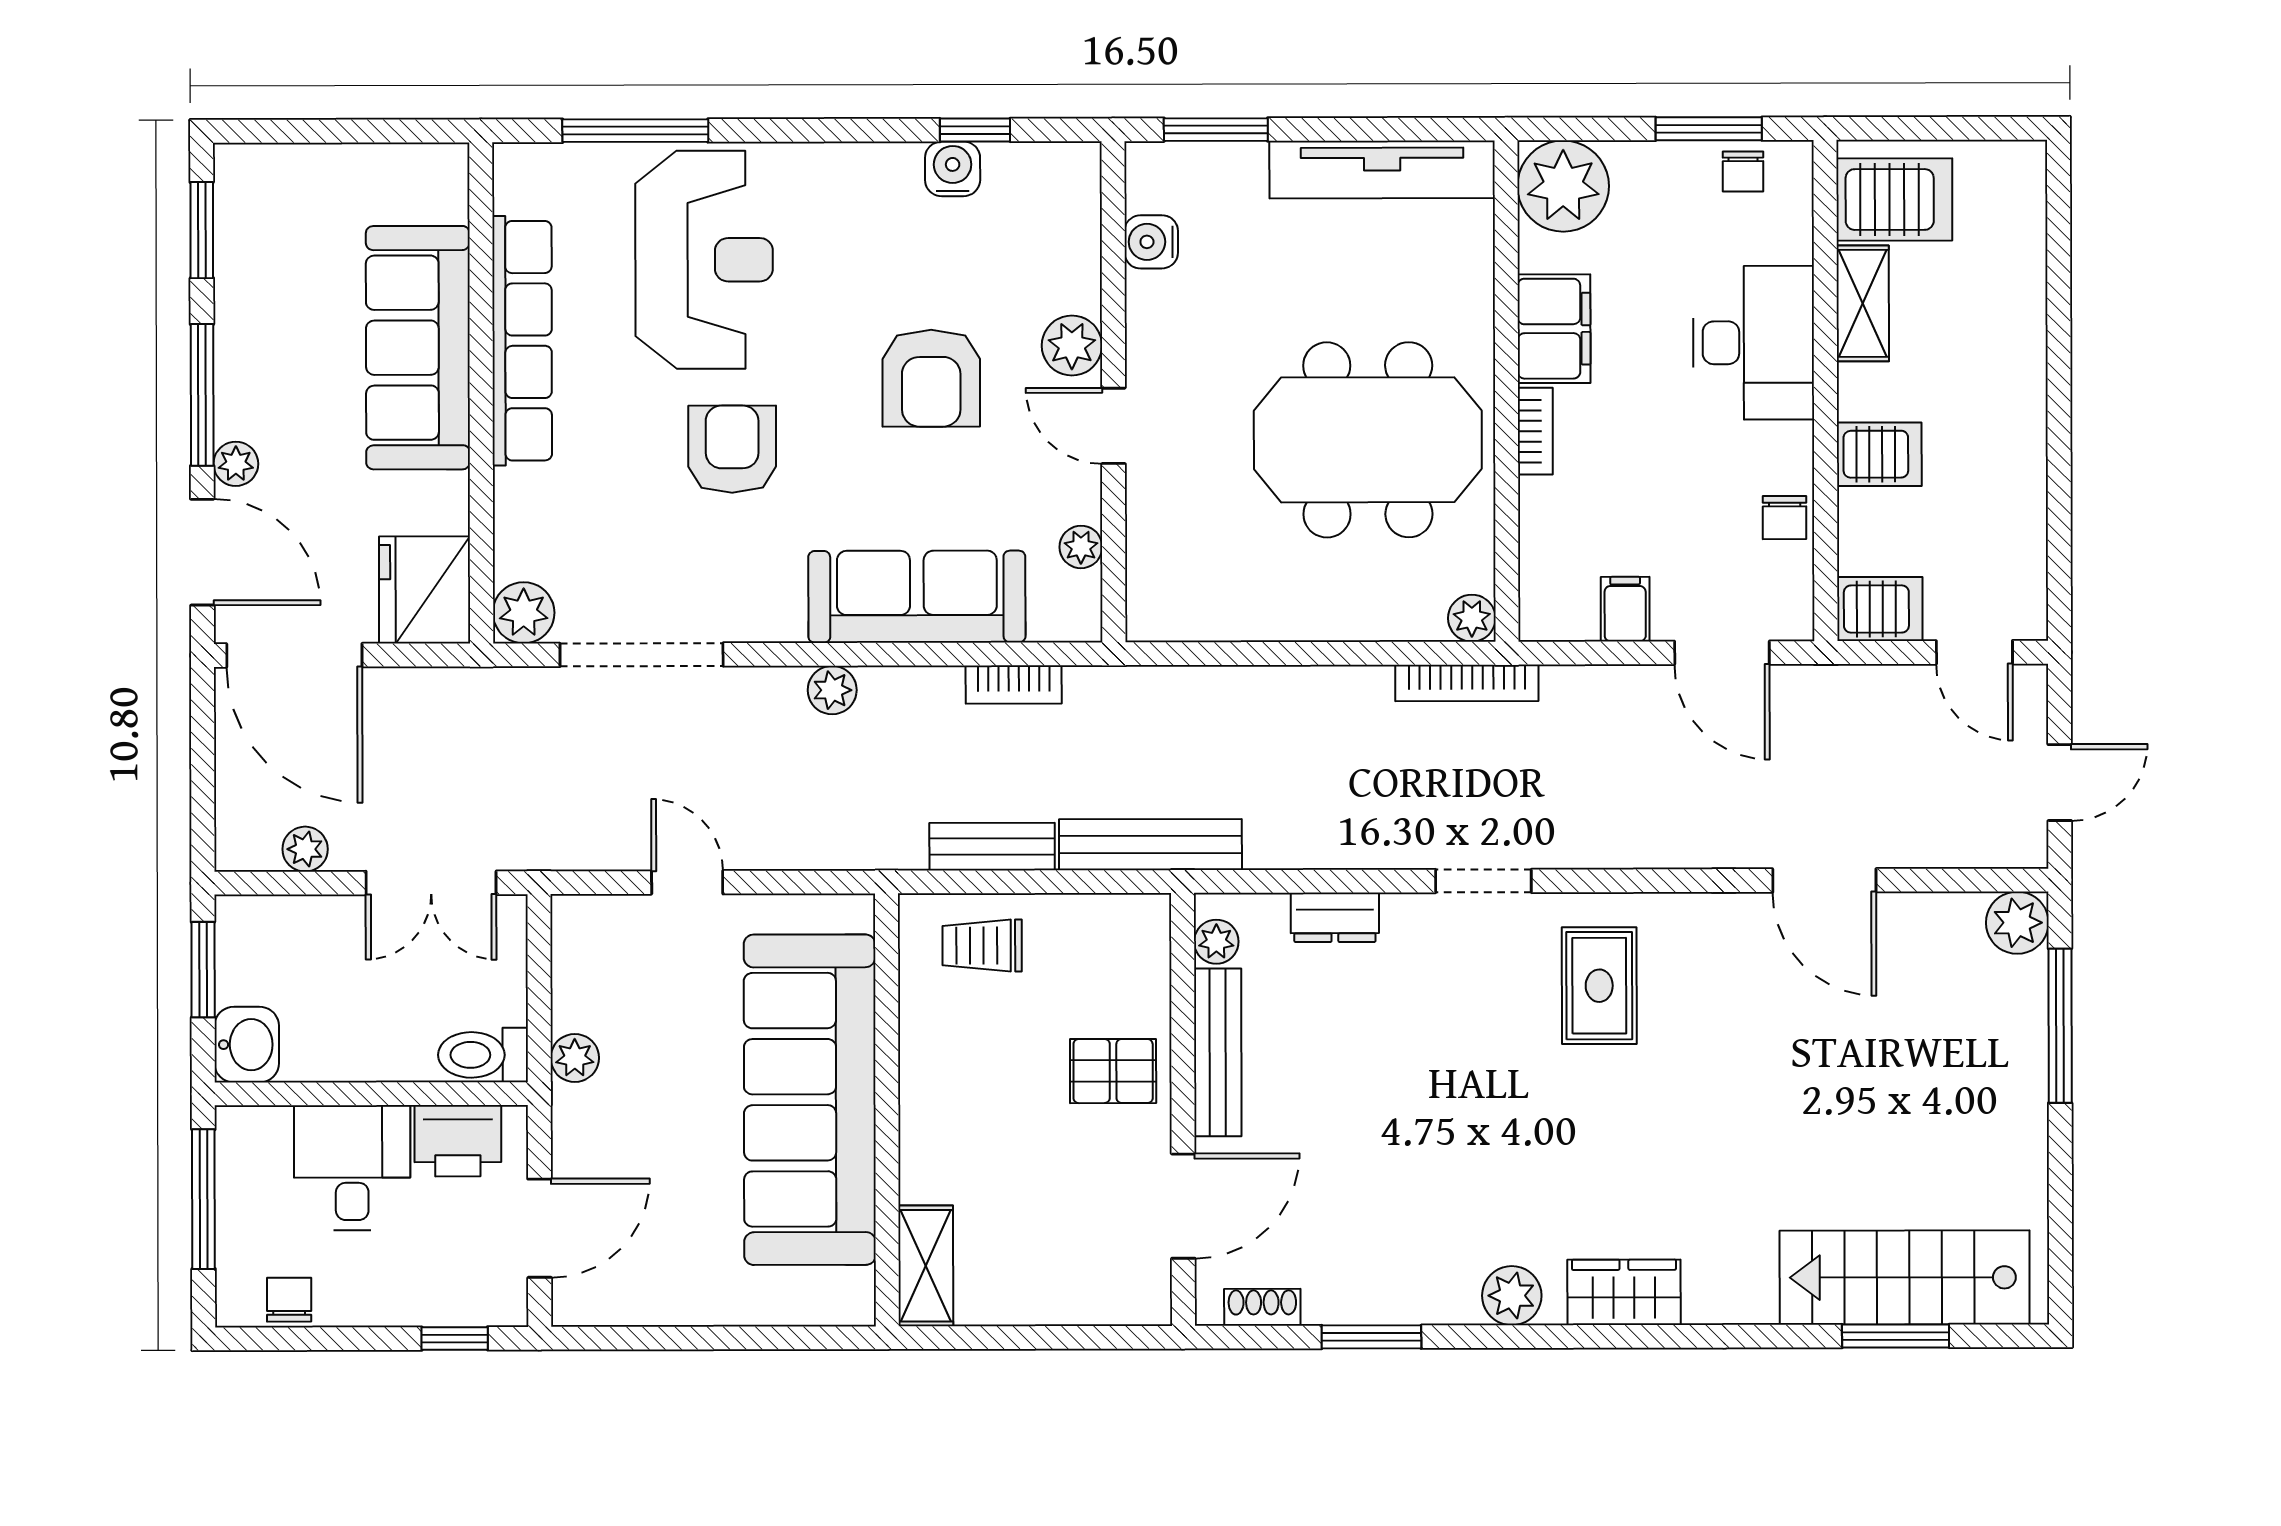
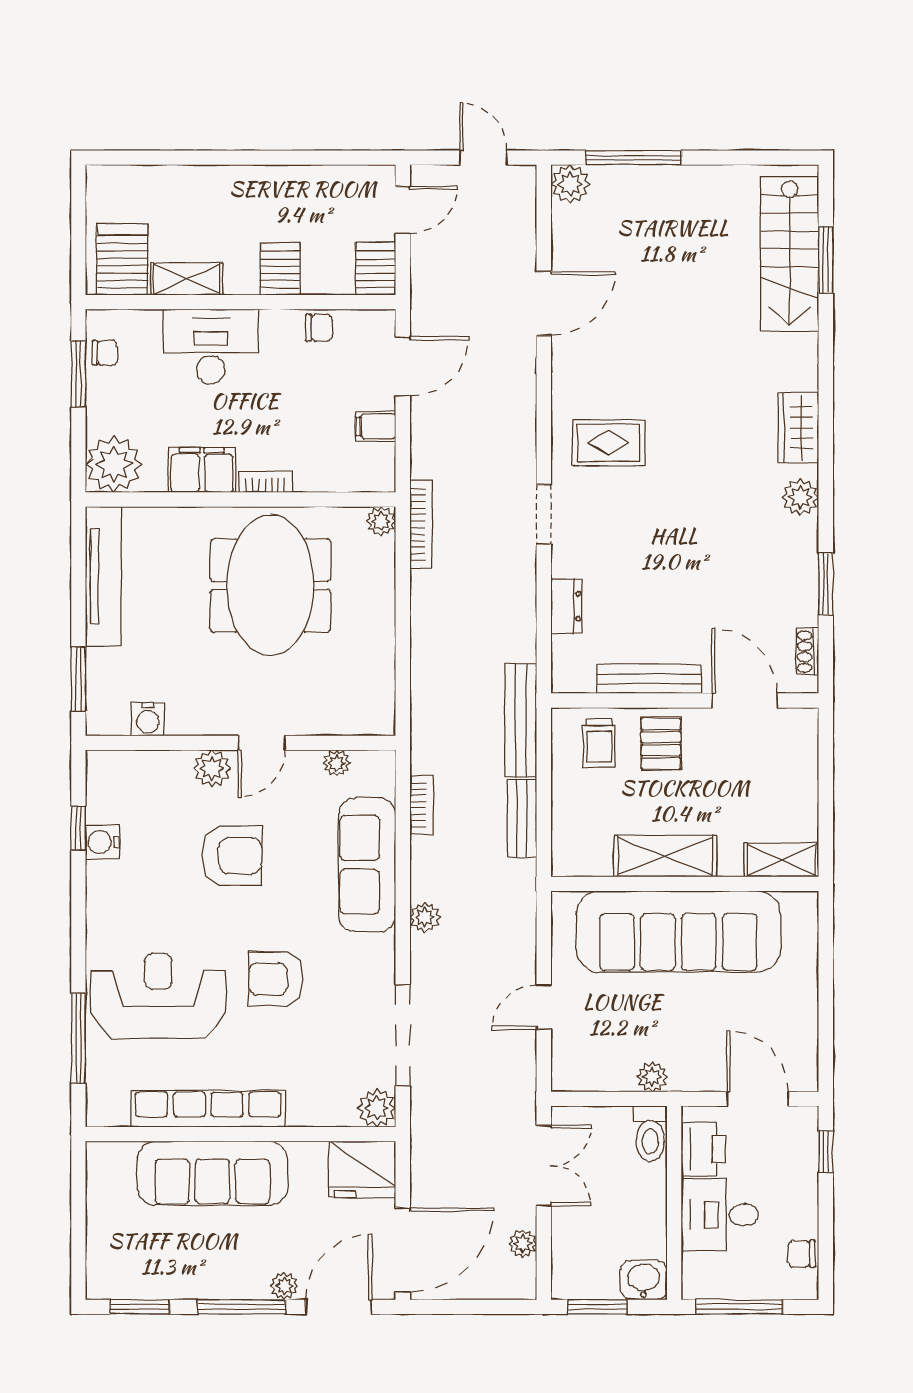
plant: (1216, 942) -> (581, 680), removed
trolley: (982, 946) -> (599, 743), moved
shelving: (931, 1078) -> (665, 856), added

